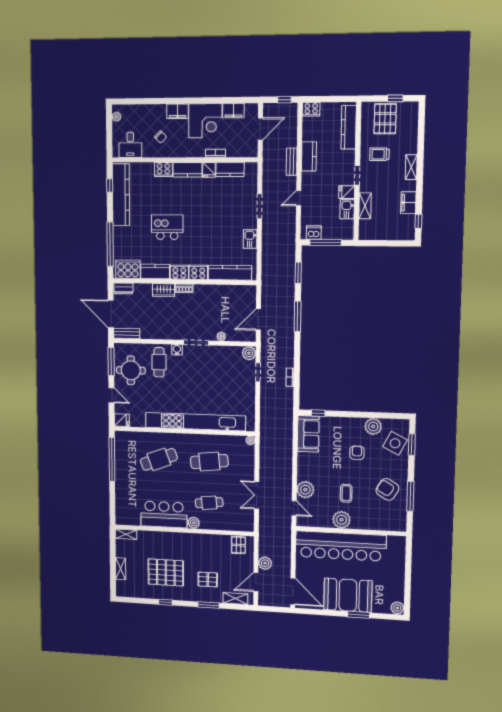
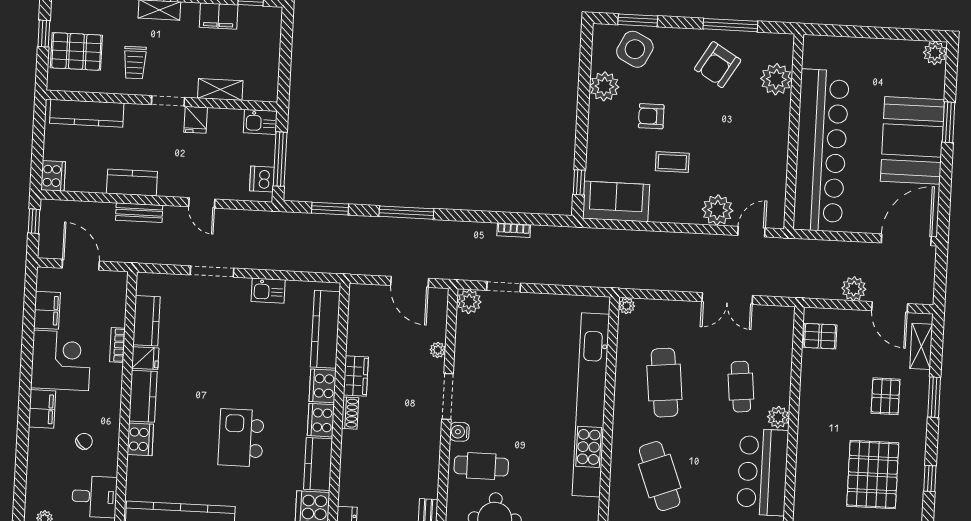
kitchen sink: (347, 209) -> (260, 122), moved
wardrobe: (164, 290) -> (356, 376), moved
coffee table: (346, 493) -> (672, 162), moved
plant: (341, 520) -> (776, 79), moved

